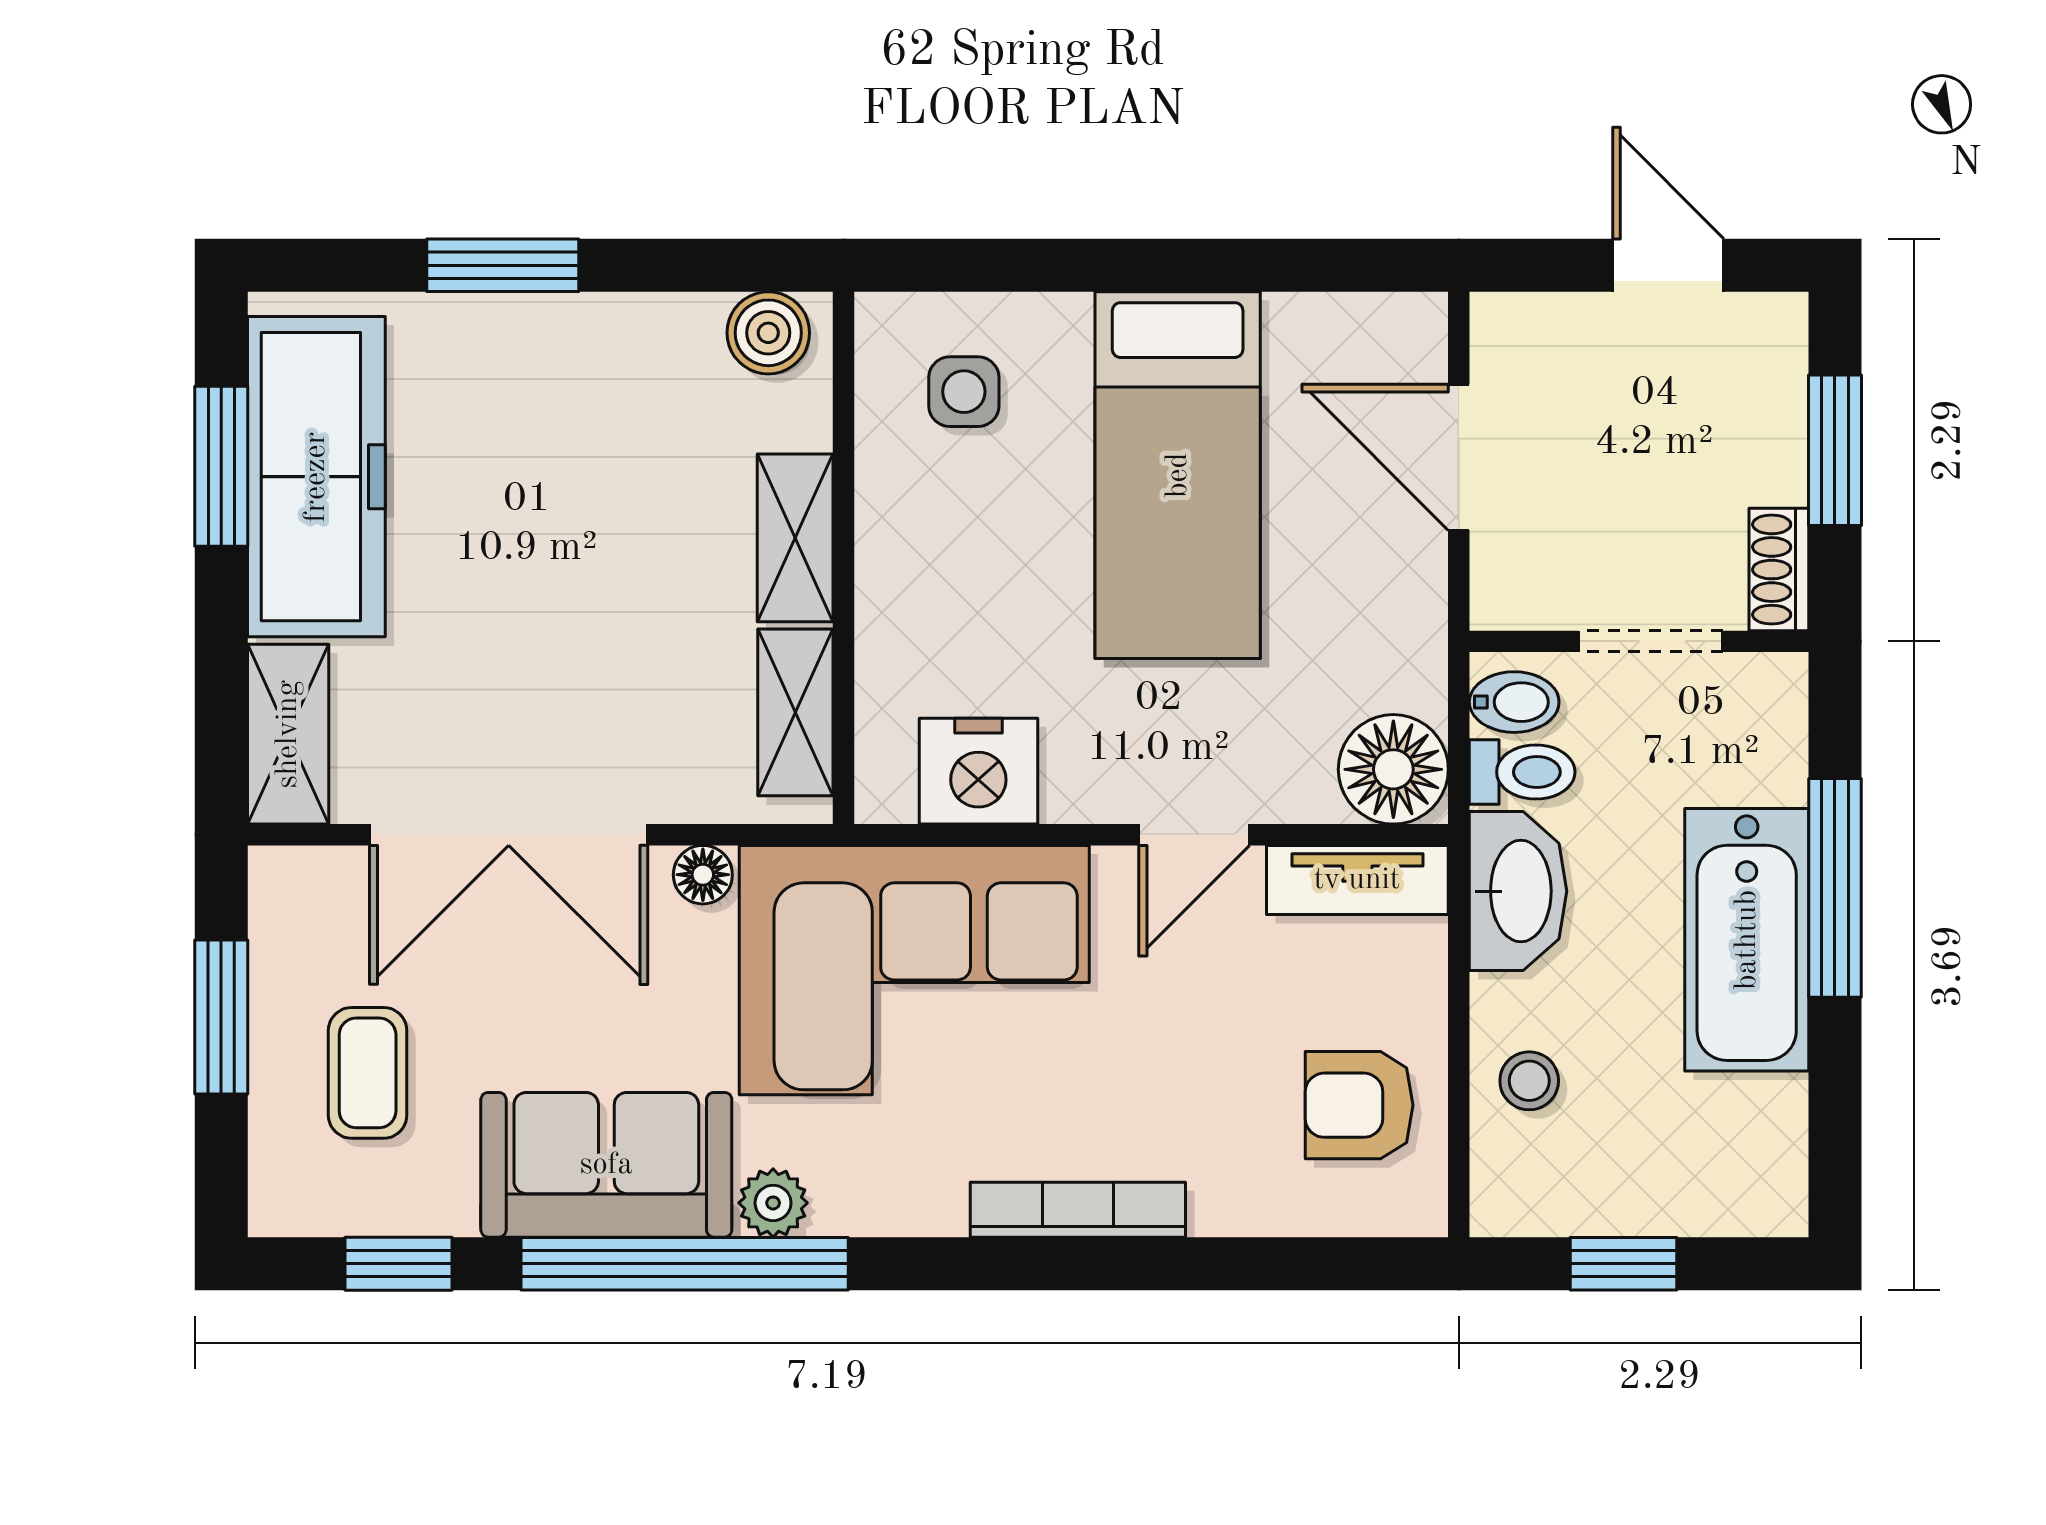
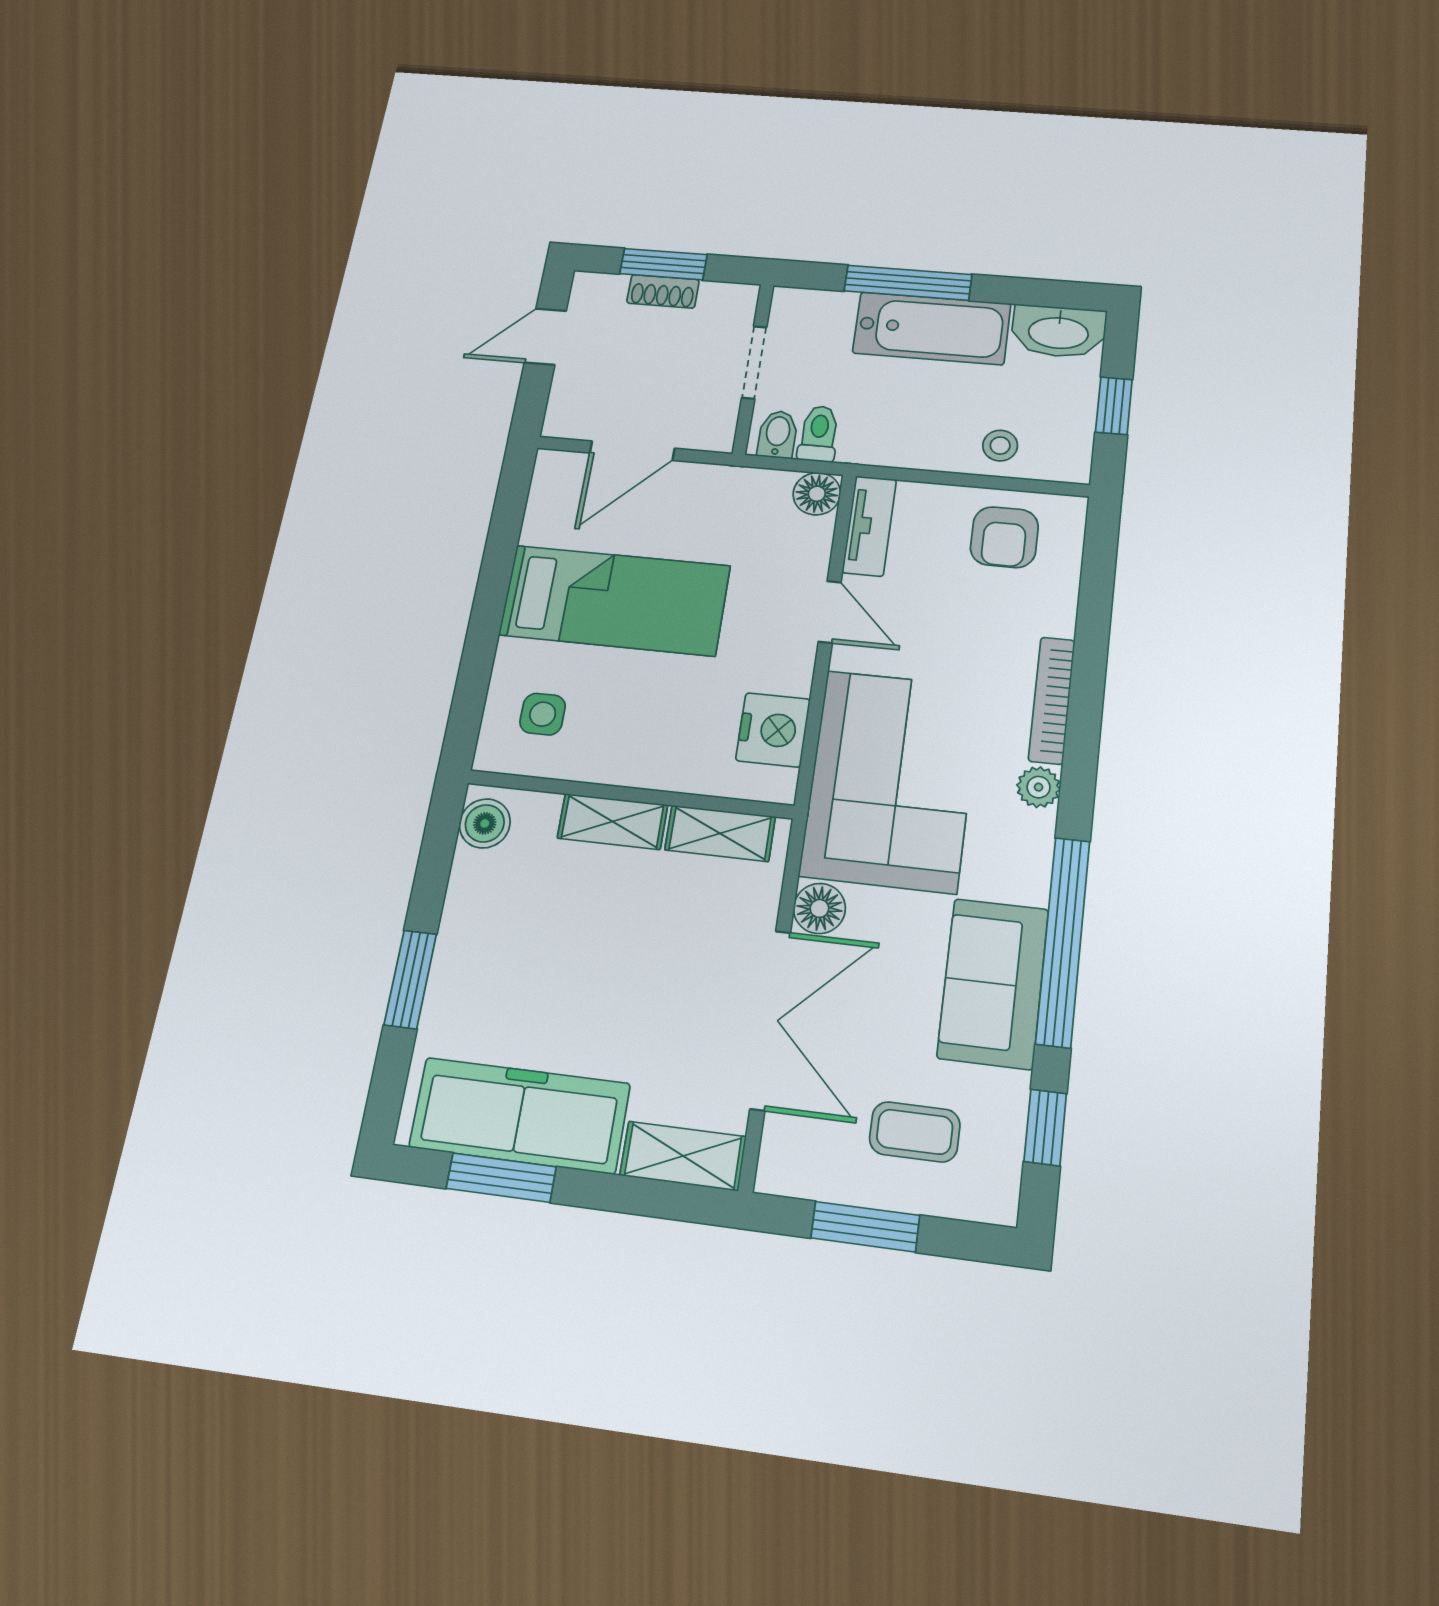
shoe rack: (1779, 570) -> (663, 291), moved
floor lamp: (1393, 769) -> (817, 494), width x0.73, depth x0.73
floor lamp: (703, 875) -> (819, 908), width x1.37, depth x1.37
washbasin: (1518, 891) -> (1059, 332), moved, turned 180
plant: (773, 1203) -> (1039, 787), moved

